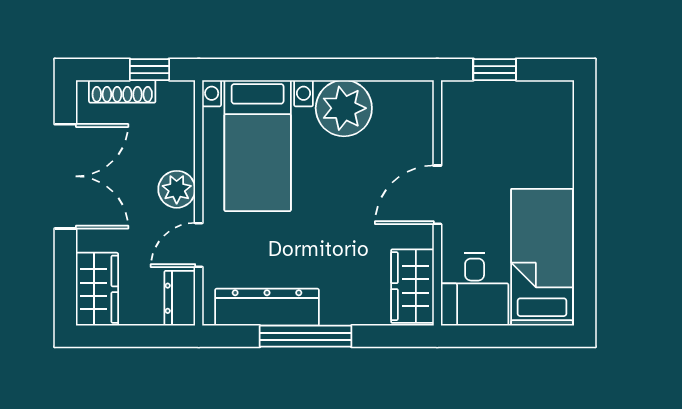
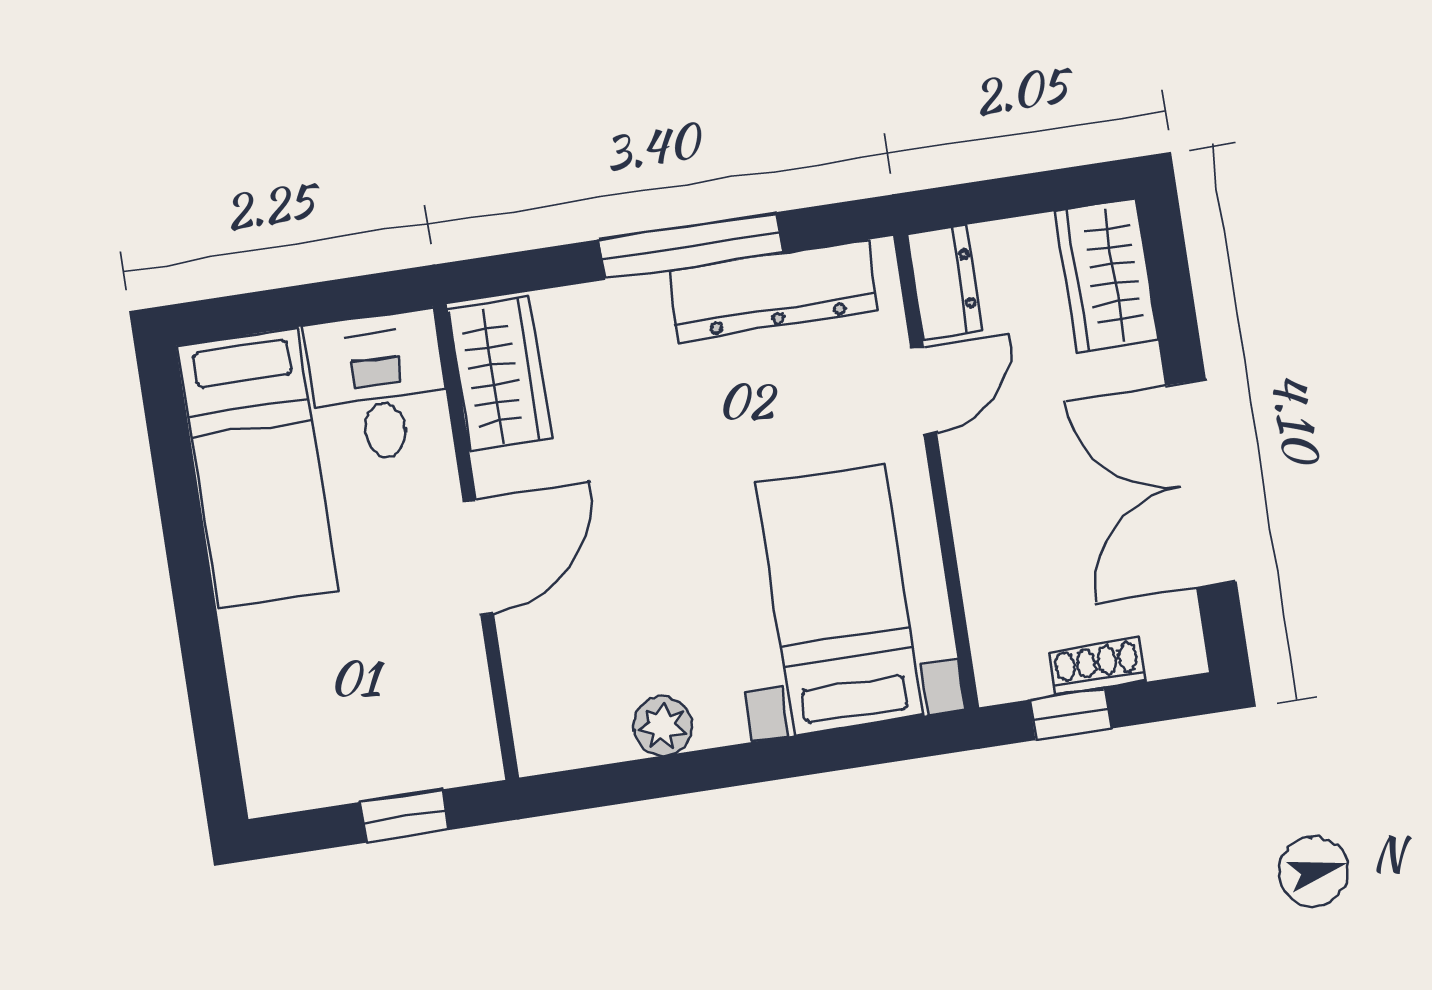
shoe rack: (122, 91) -> (1097, 667), width x0.70
plant: (344, 108) -> (663, 726), width x0.53, depth x0.53
plant: (177, 189) -> (982, 491), removed

